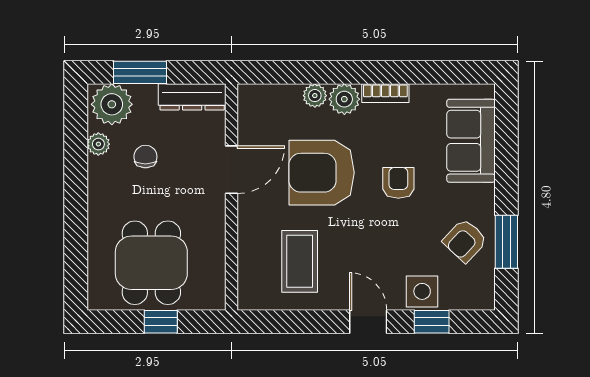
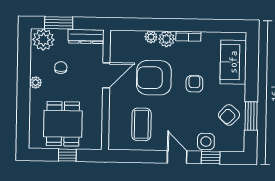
plant: (98, 144) -> (36, 82), moved

